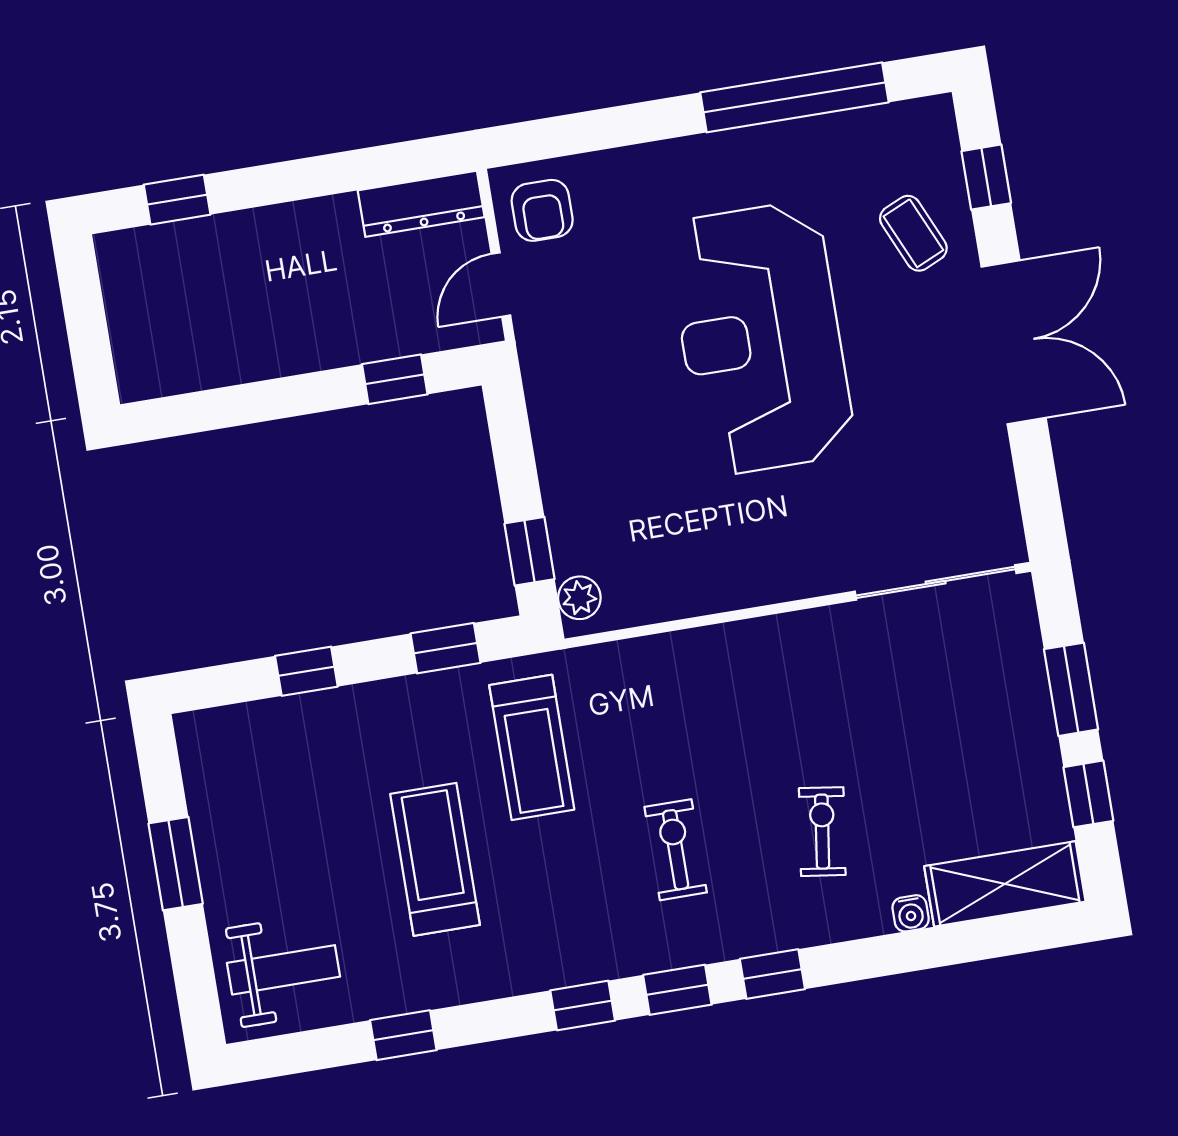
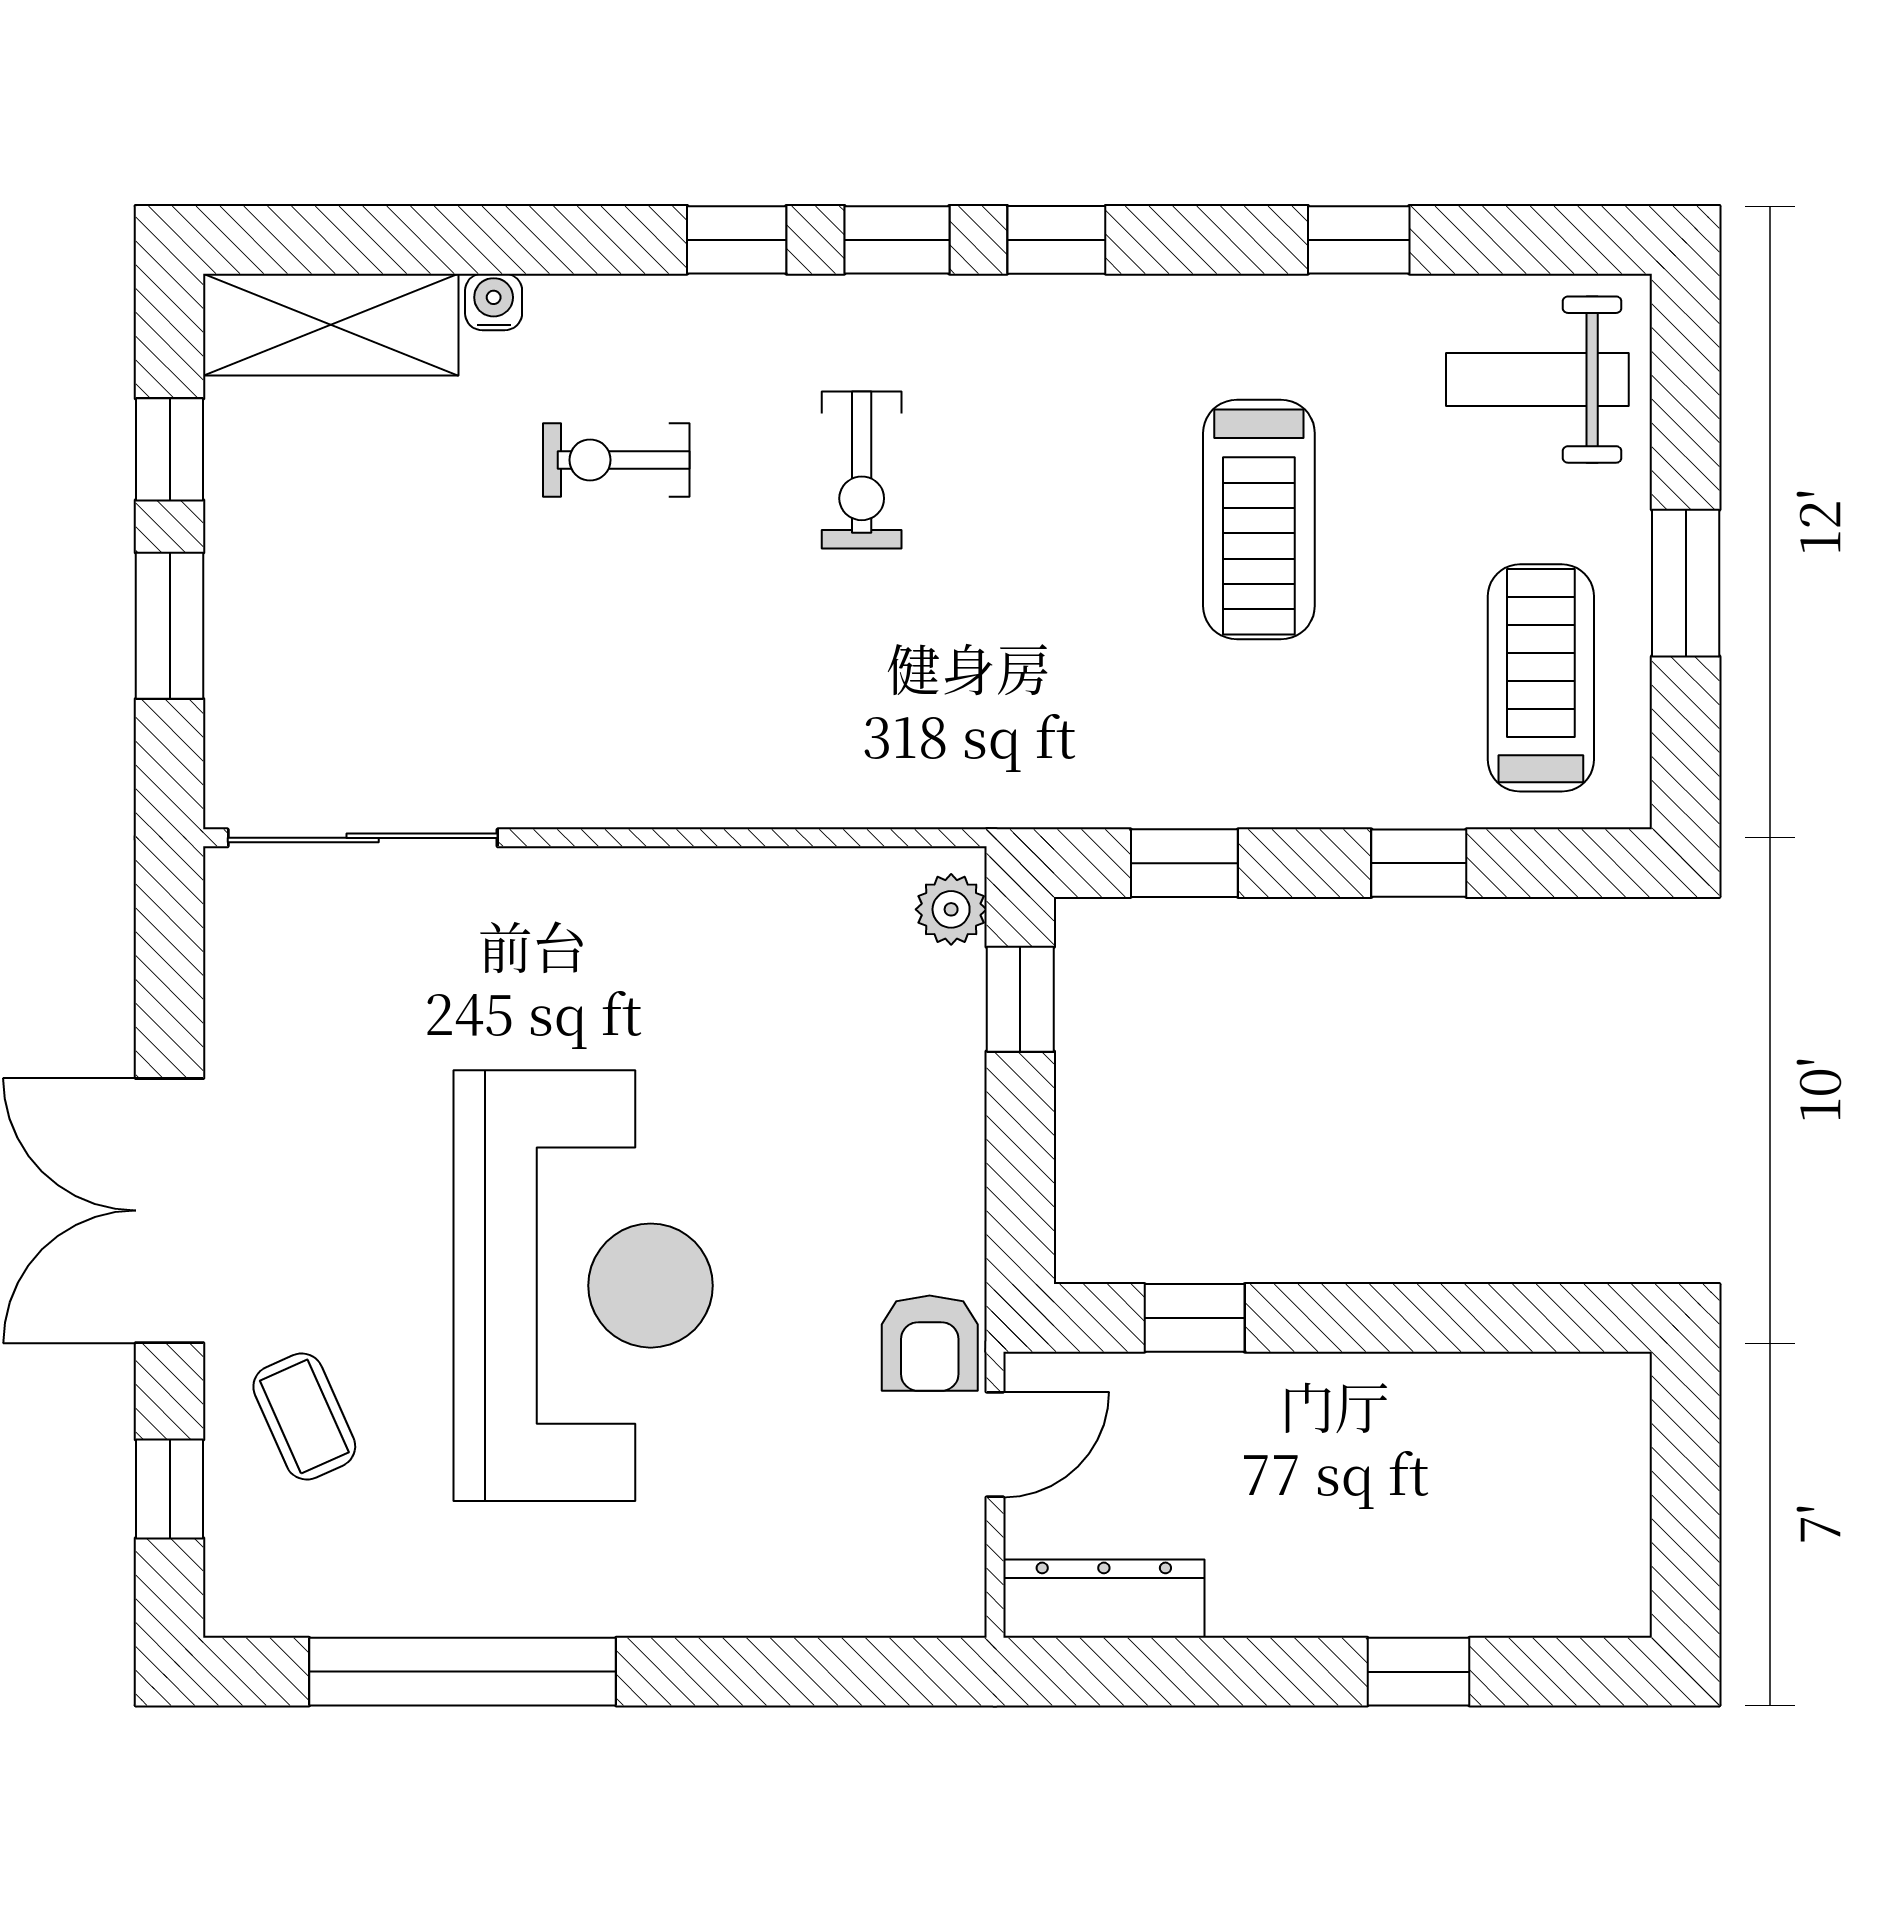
window: (177, 200) -> (1418, 1672), moved
armchair: (542, 210) -> (930, 1343), moved, turned 180
treadmill: (532, 747) -> (1541, 678), moved
exercise bike: (822, 832) -> (616, 460), turned 82

